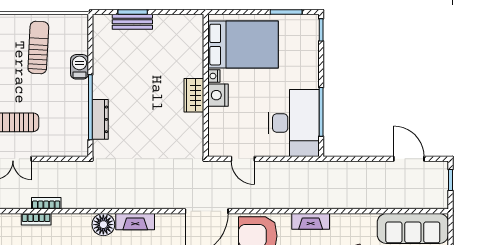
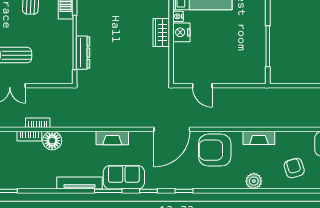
desk: (294, 123) -> (245, 56), removed
floor lamp: (103, 225) -> (52, 141), moved

